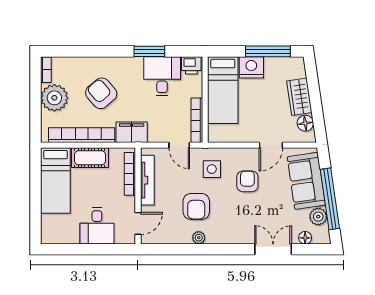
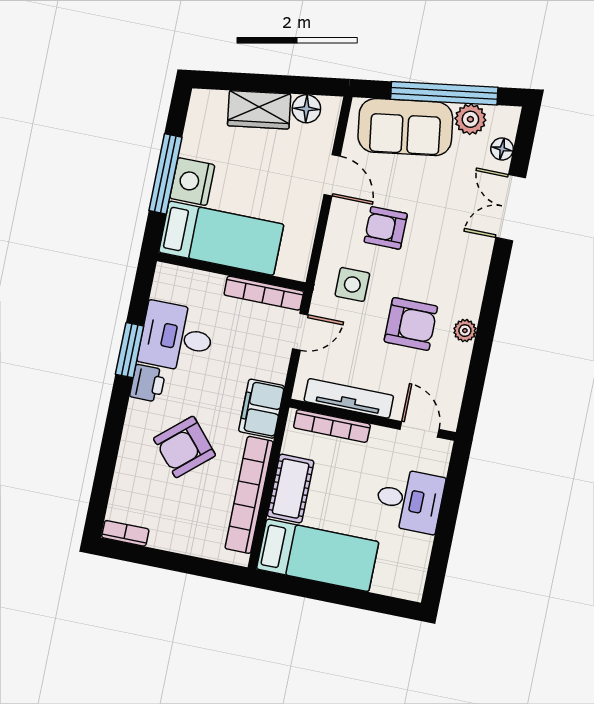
window: (268, 51) -> (165, 174), moved
printer: (191, 65) -> (148, 383), moved
plant: (54, 98) -> (176, 528), removed

